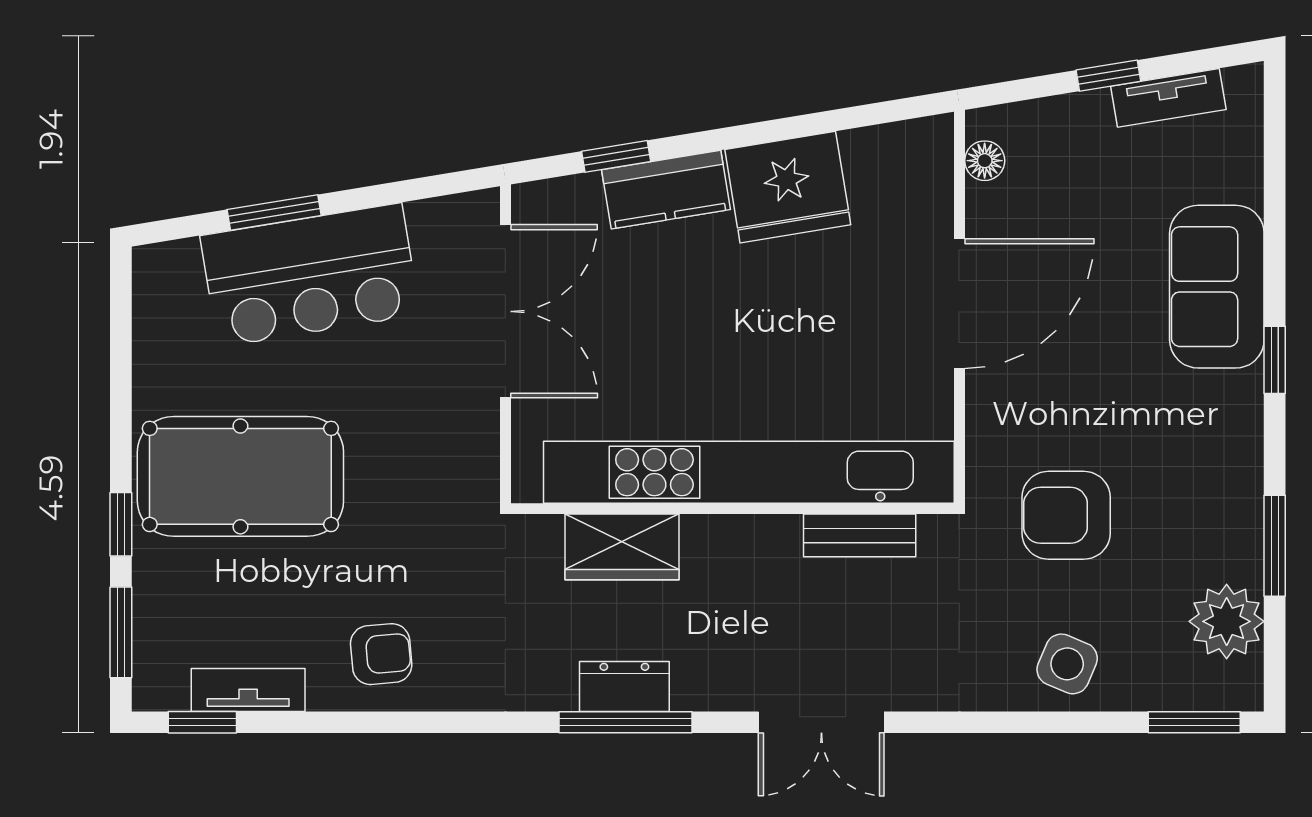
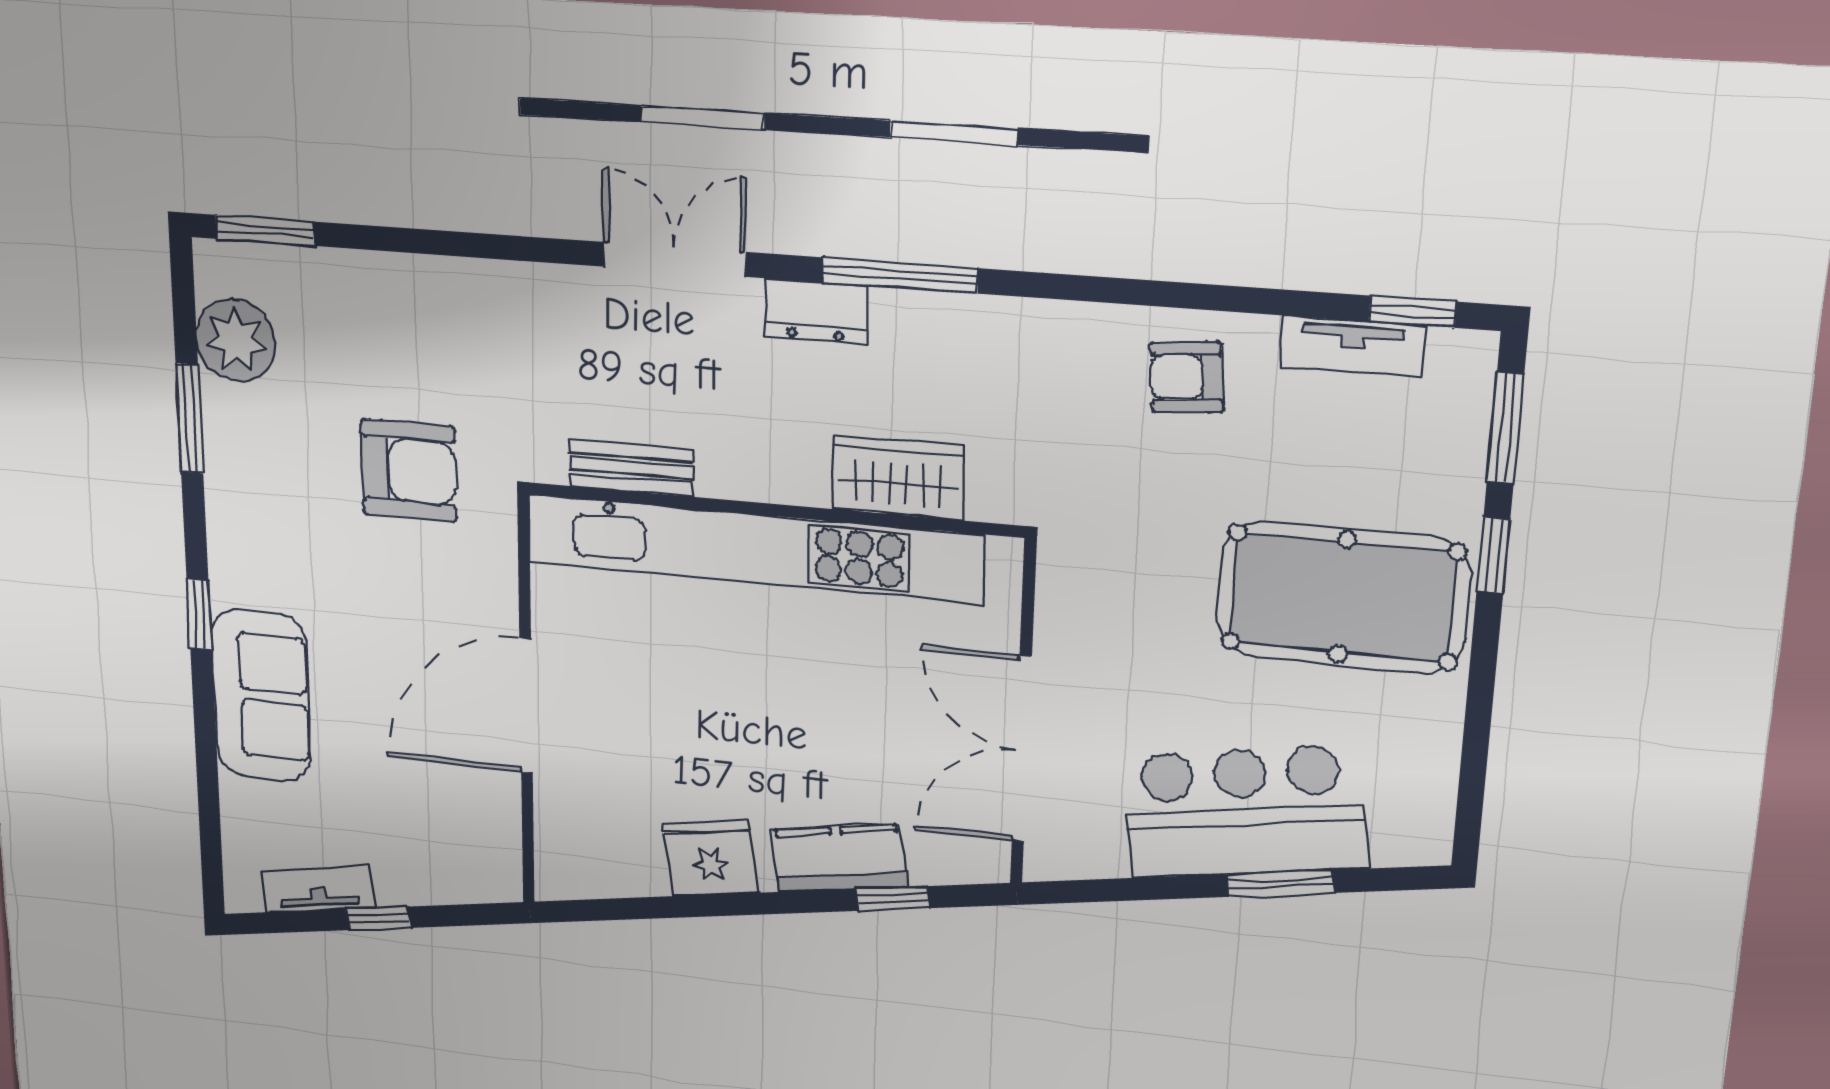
floor lamp: (985, 161) -> (502, 849), removed
fridge: (788, 187) -> (710, 858), width x0.73, depth x0.75
side table: (1067, 664) -> (403, 306), removed
dresser: (624, 686) -> (816, 311), moved

